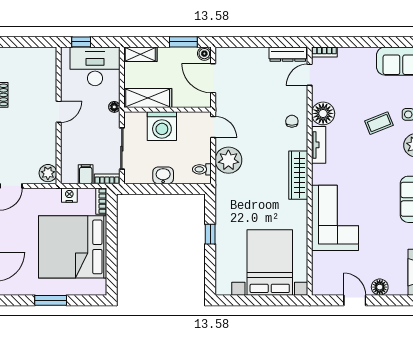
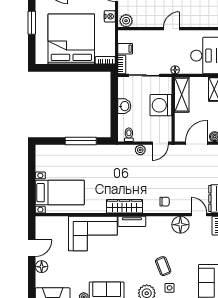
door: (59, 112) -> (172, 29), swing flipped
floor lamp: (323, 113) -> (180, 225), moved
tv unit: (319, 145) -> (132, 221), moved
plant: (228, 160) -> (140, 150), width x0.53, depth x0.53
nightstand: (69, 195) -> (110, 16), moved
window: (210, 234) -> (81, 141), width x2.17
bed with nightstands: (270, 262) -> (60, 193), width x0.73

